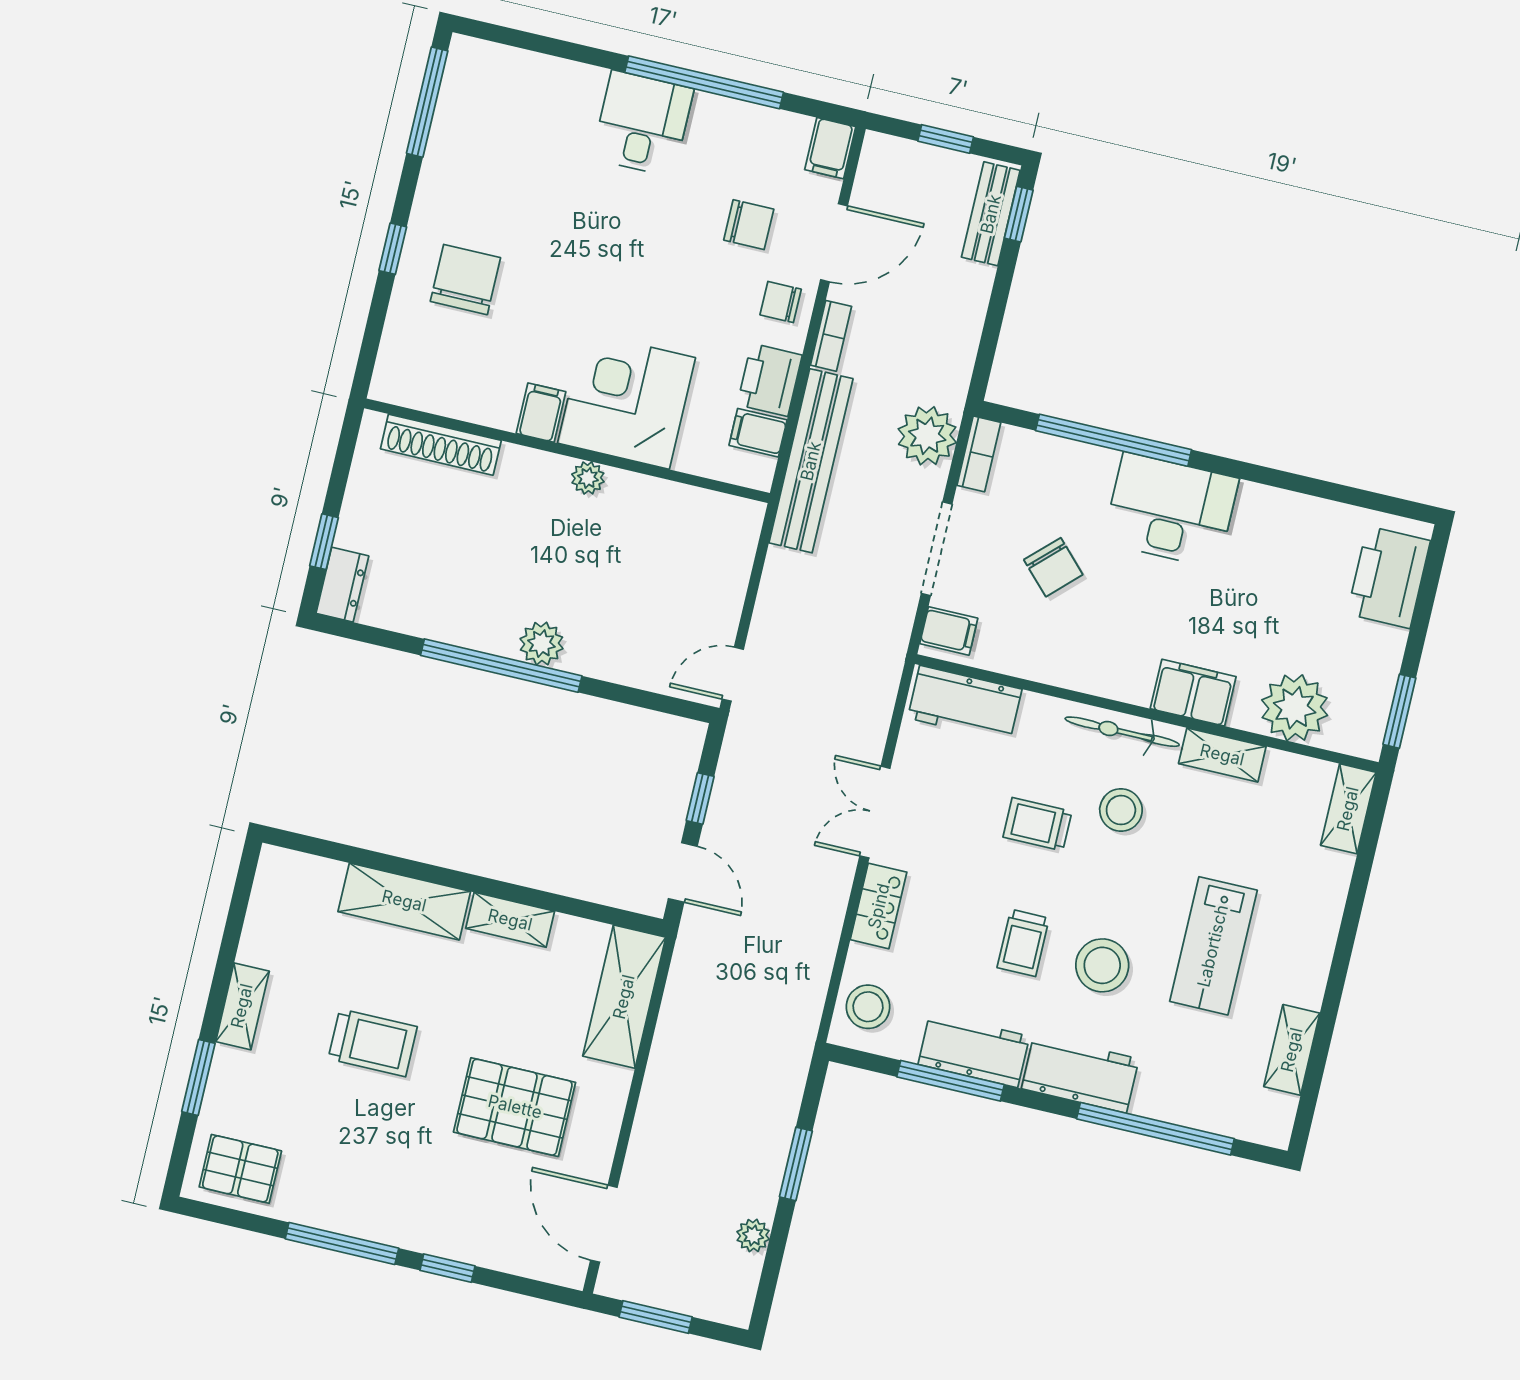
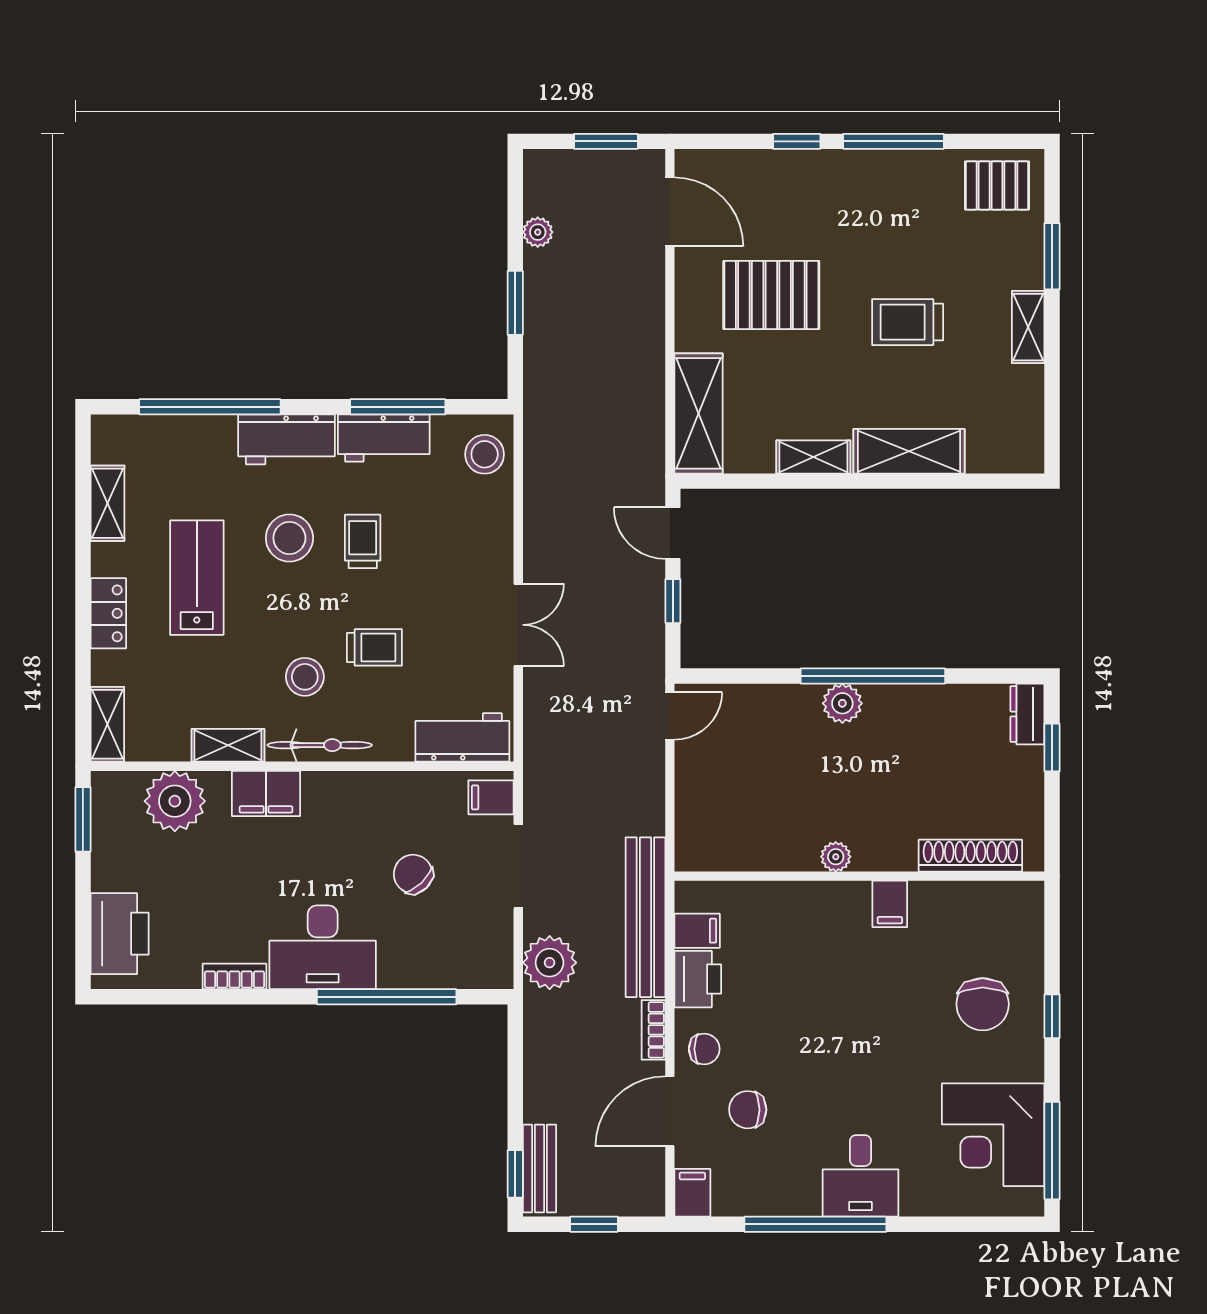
corner desk: (626, 400) -> (993, 1135), moved, turned 90
bookcase: (979, 454) -> (234, 976), moved, turned 90
locker: (879, 906) -> (108, 613), moved, turned 180

